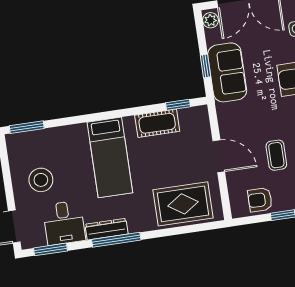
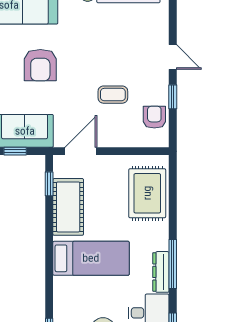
cot: (157, 123) -> (68, 207), width x1.37, depth x1.34
door: (219, 156) -> (81, 151), moved
armchair: (260, 200) -> (154, 117), turned 180

